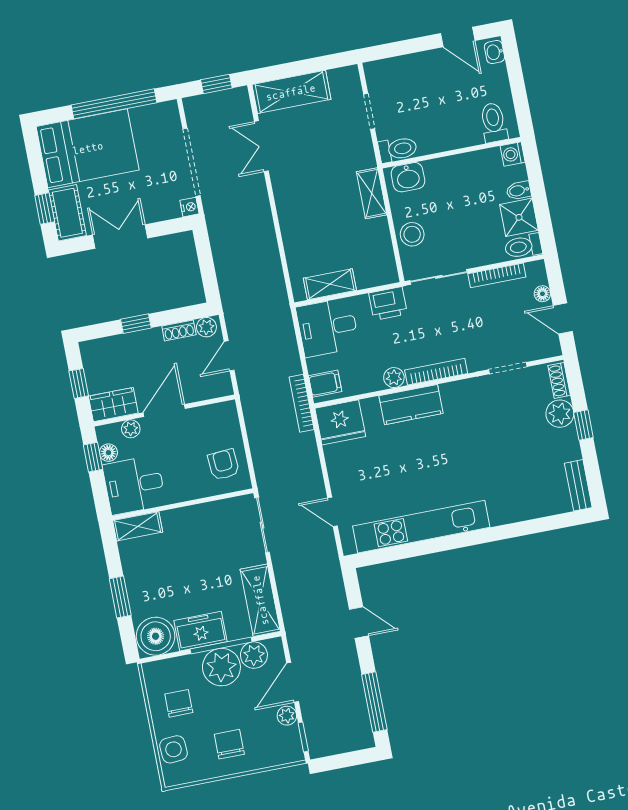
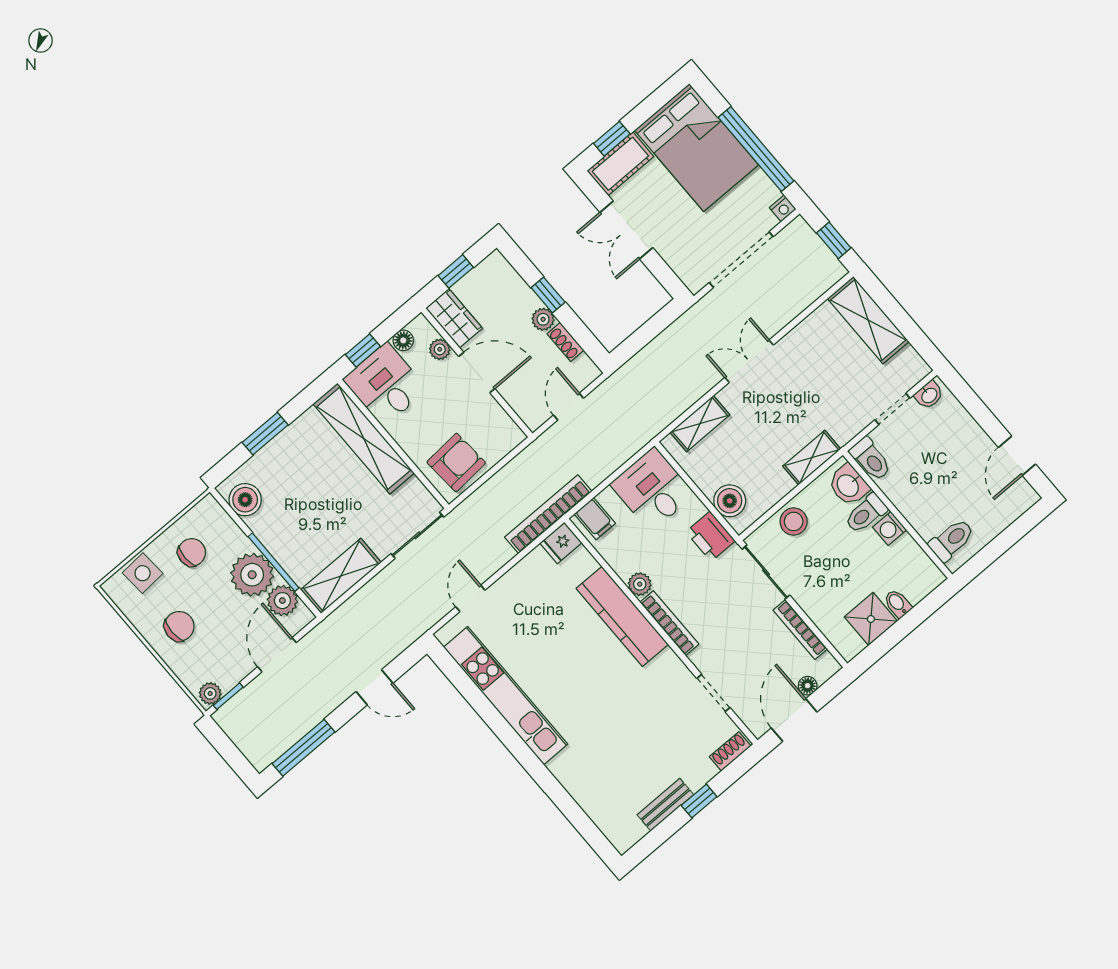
washbasin: (494, 52) -> (929, 395), moved, turned 180
double door: (261, 146) -> (749, 361), moved
washing machine: (513, 154) -> (890, 529), moved, turned -90
nightstand: (190, 207) -> (783, 208), moved
double door: (120, 237) -> (626, 230), swing flipped
toilet: (523, 246) -> (866, 513), moved, turned -90
boiler: (369, 274) -> (730, 501), added
shelving: (330, 284) -> (700, 424), moved, turned 90
door: (563, 318) -> (794, 720), width x1.38
plant: (206, 327) -> (543, 319), moved
door: (229, 356) -> (568, 407), hinge flipped
bookcase: (302, 403) -> (548, 514), width x1.48, depth x1.31
kitchen counter: (411, 405) -> (622, 616), width x1.50
plant: (560, 414) -> (697, 771), removed
fridge: (340, 422) -> (561, 543), width x0.53, depth x0.75
window: (93, 457) -> (363, 351), moved
armchair: (223, 465) -> (456, 462), width x1.38, depth x1.38
bench: (578, 485) -> (665, 805), moved
shelving: (138, 526) -> (364, 438), width x2.20, depth x1.33
door: (359, 623) -> (374, 687), hinge flipped
freezer: (201, 631) -> (276, 533), removed
boiler: (156, 636) -> (245, 500), width x0.73, depth x0.73
door: (293, 682) -> (277, 655), hinge flipped
plant: (287, 716) -> (210, 693), moved

